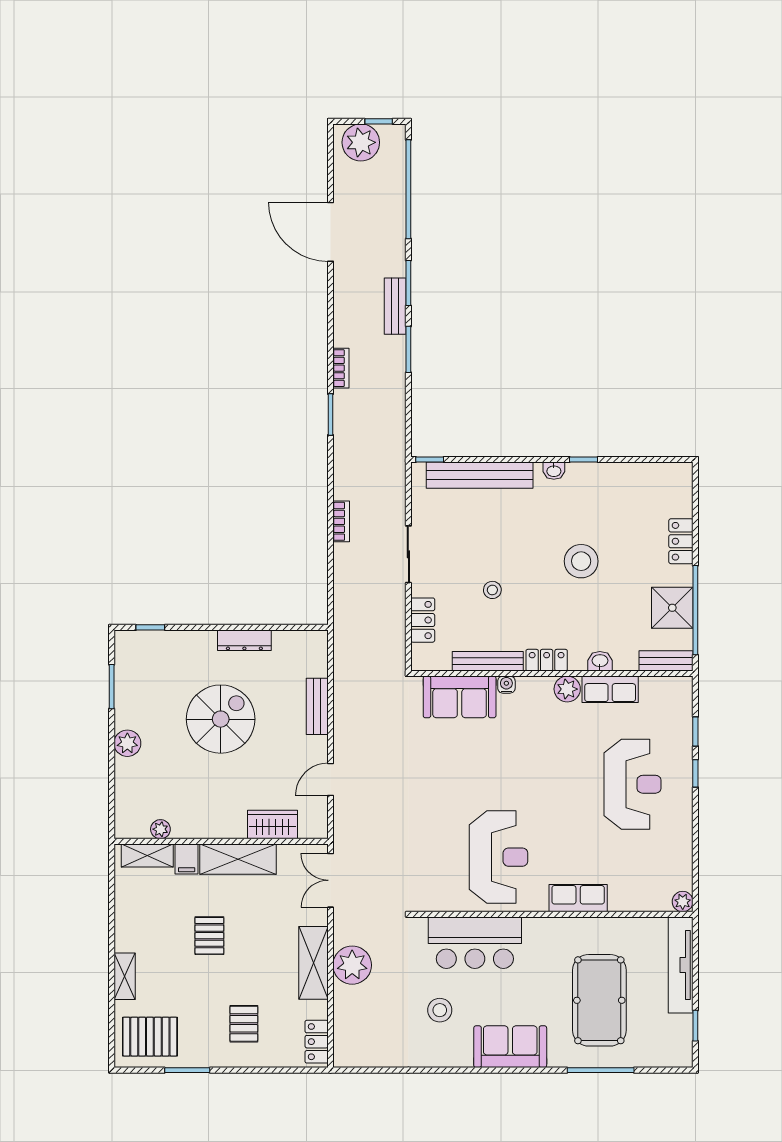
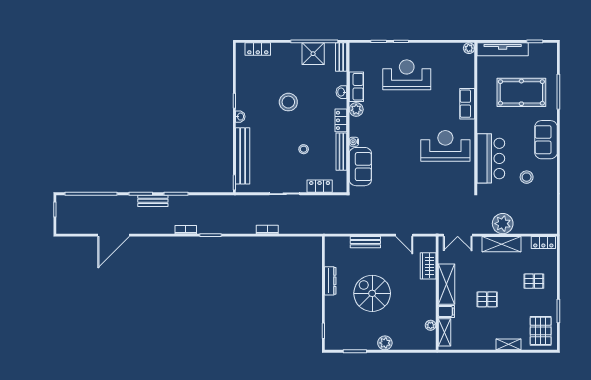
plant: (361, 142) -> (66, 219), removed
locker: (681, 541) -> (258, 49), moved

